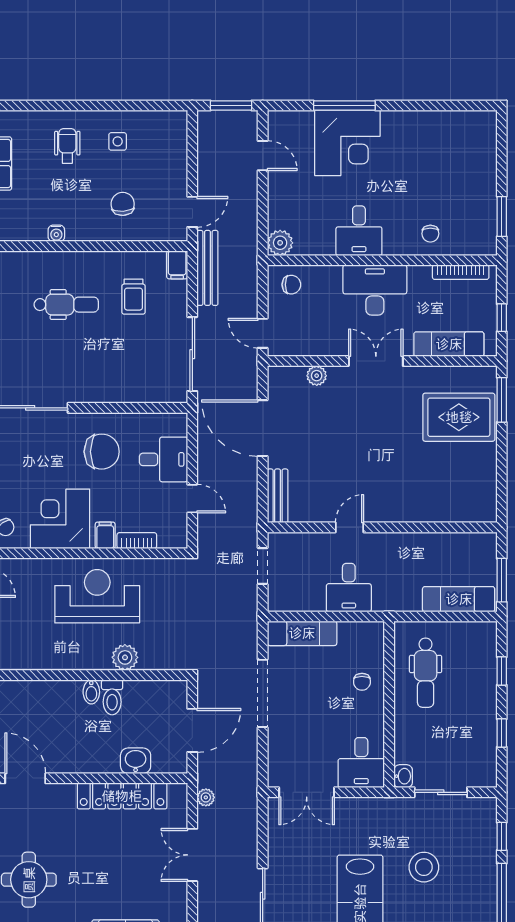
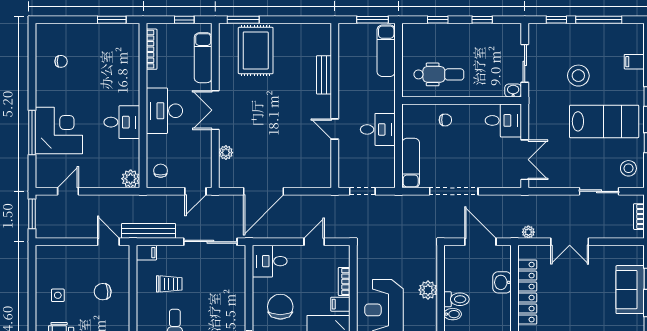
chair: (430, 234) -> (61, 61), moved
desk: (163, 459) -> (270, 261), moved, turned -90
bench: (278, 496) -> (324, 75), moved, turned 90

